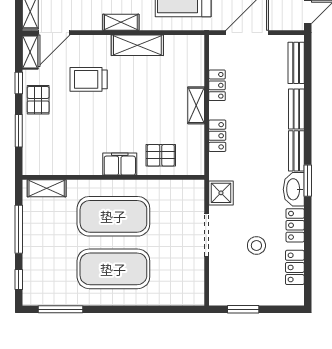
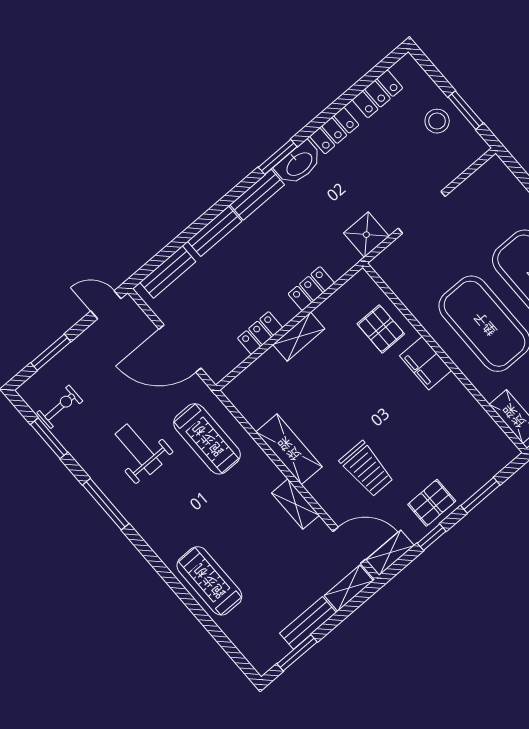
shelving: (121, 22) -> (295, 504), moved
stool: (256, 245) -> (437, 121), moved

